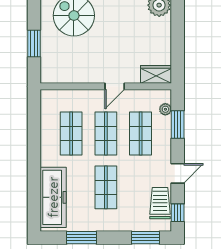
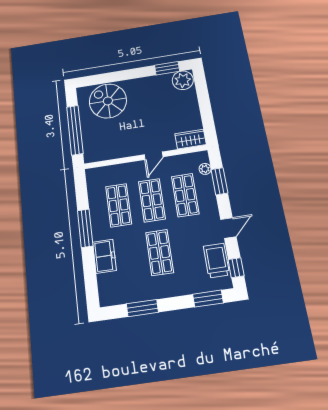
window: (34, 44) -> (75, 130), width x2.11
window: (34, 152) -> (85, 228), added
freezer: (53, 197) -> (104, 256), width x0.52, depth x0.79

